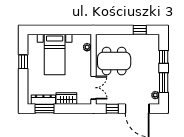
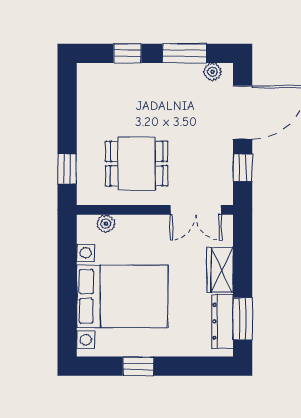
window: (140, 30) -> (67, 169), moved
bed with nightstands: (55, 55) -> (122, 296), width x1.36
dining table: (114, 61) -> (137, 164), width x0.73
double door: (93, 88) -> (196, 210), swing flipped

